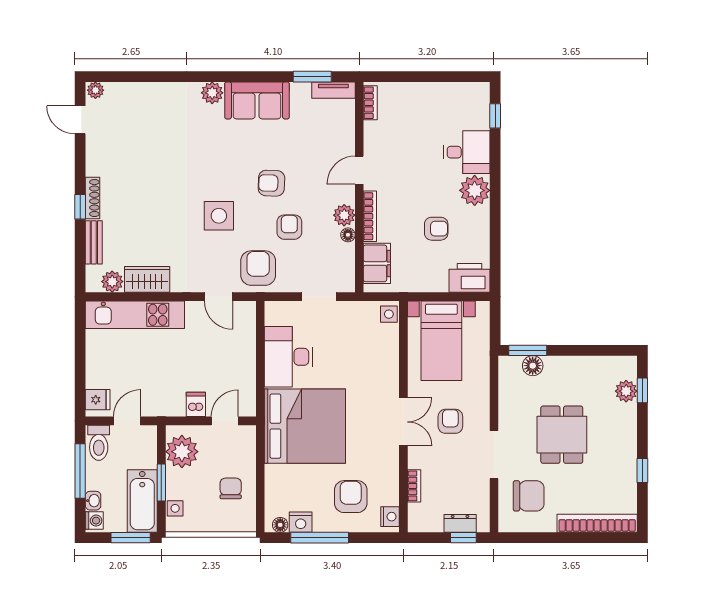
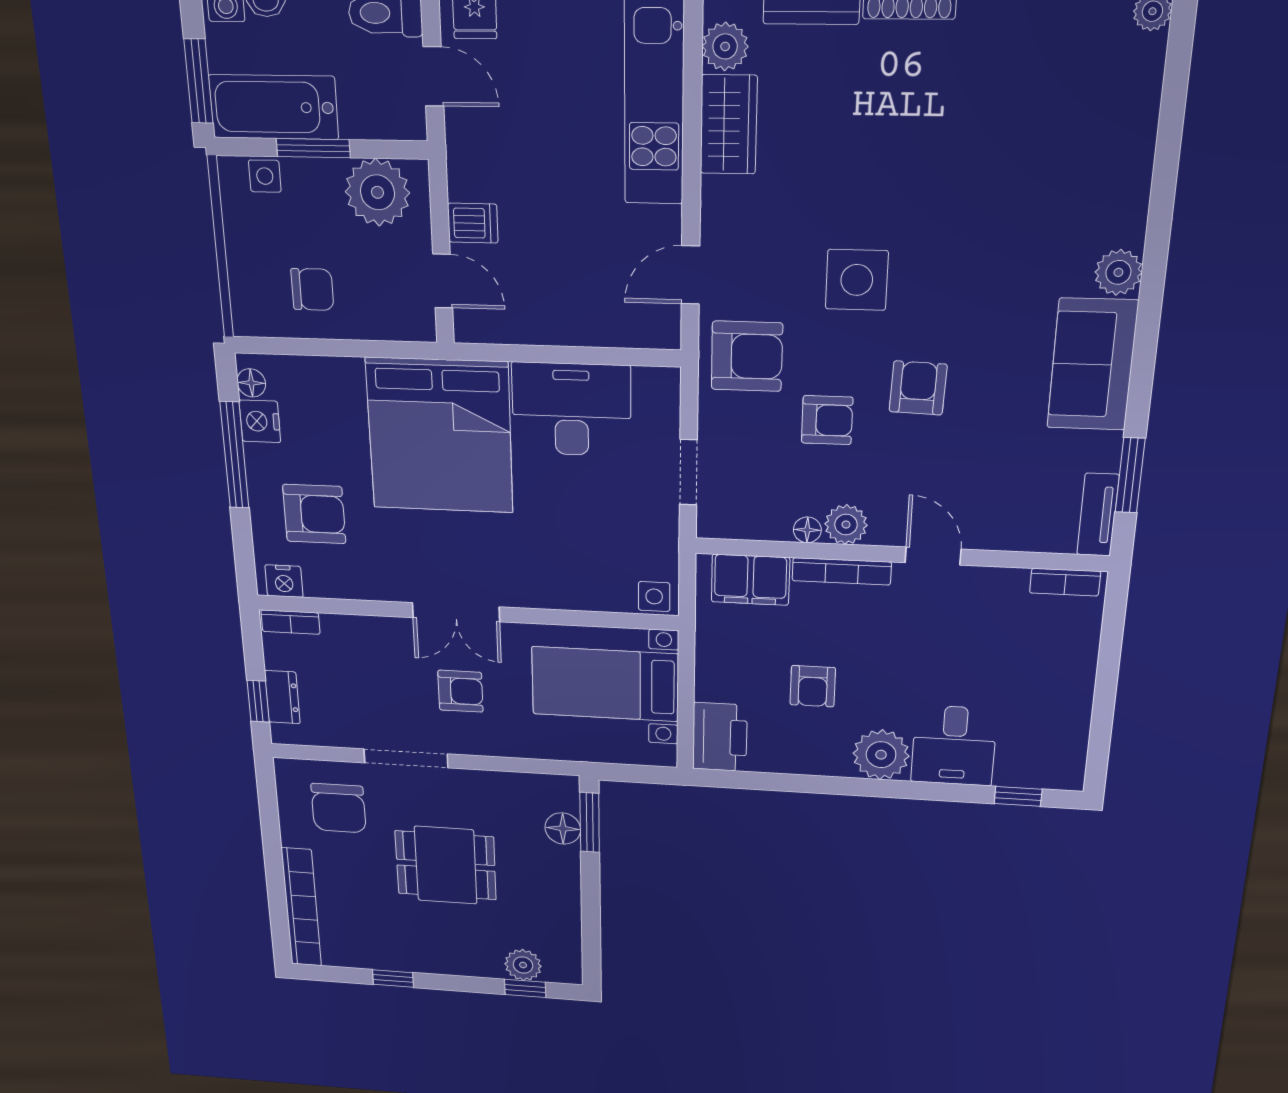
bookcase: (414, 486) -> (290, 622), moved

